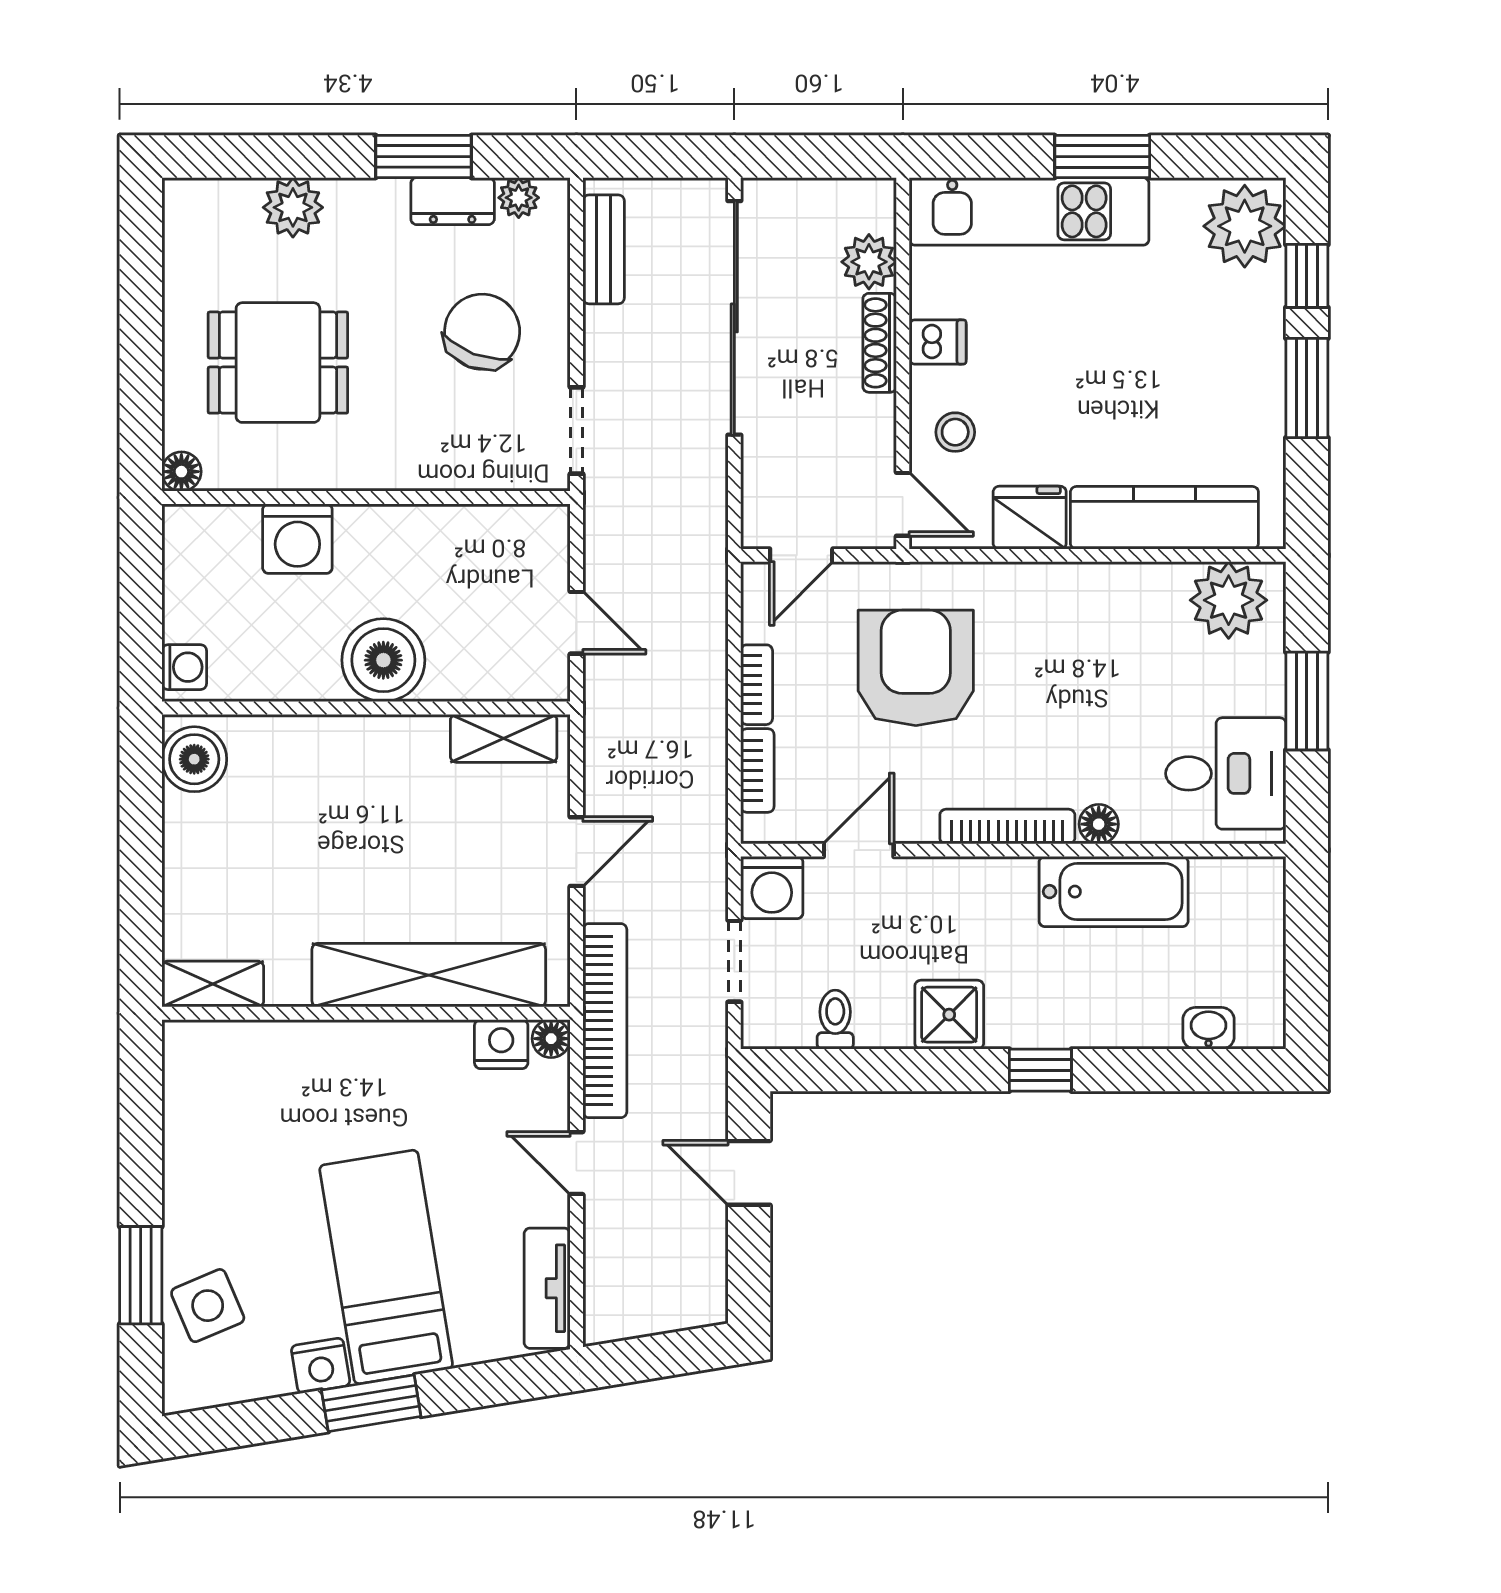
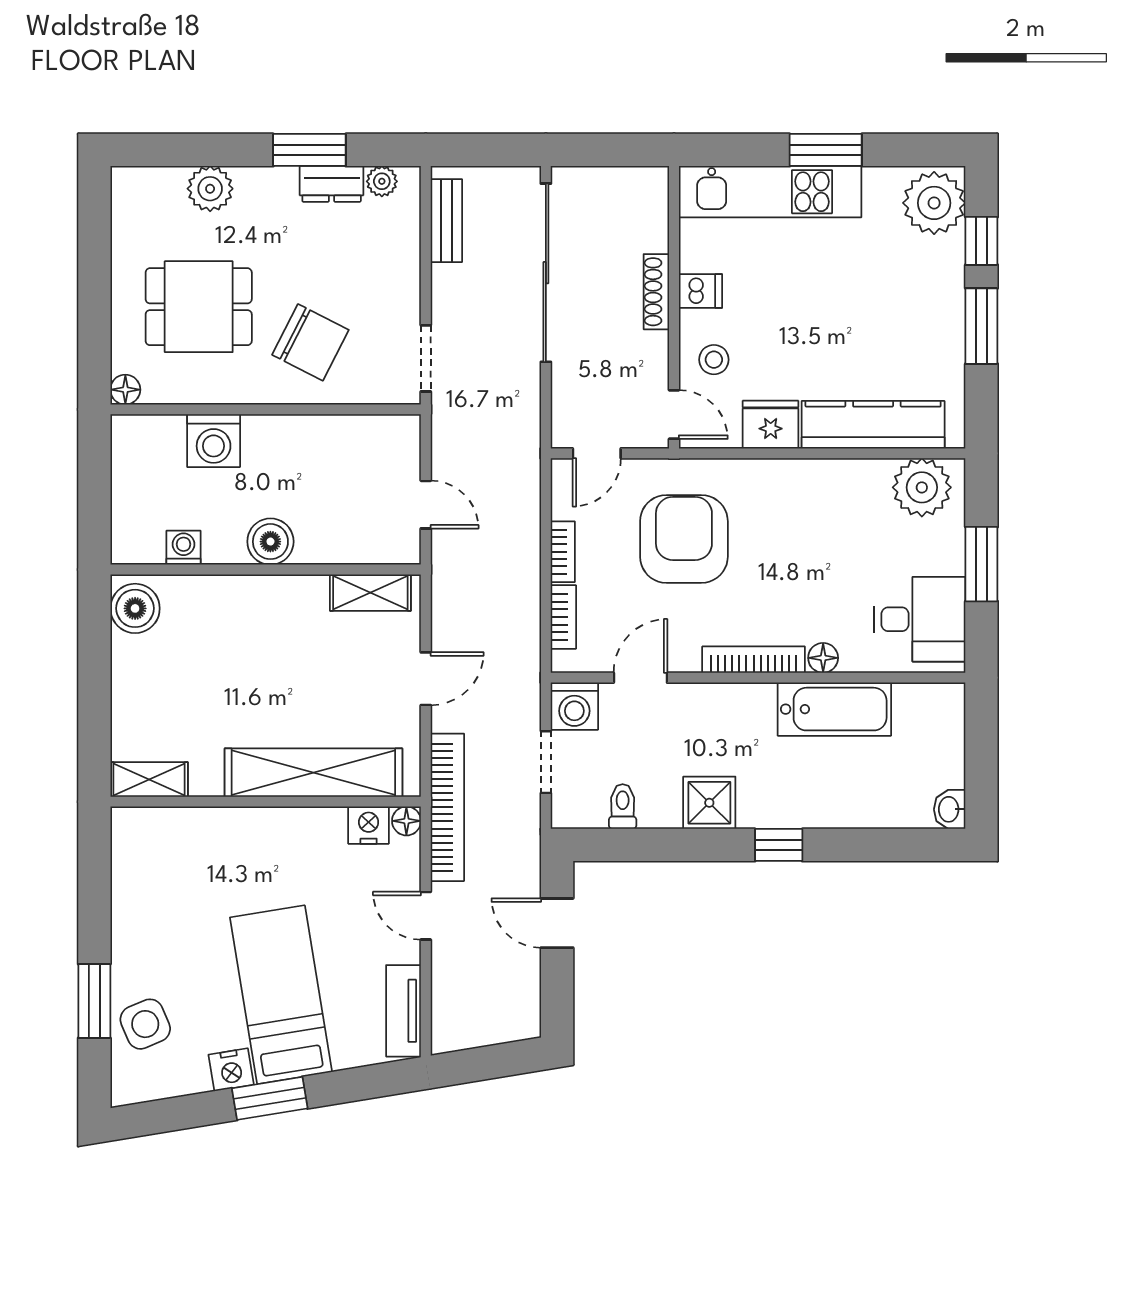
plant: (869, 262) -> (648, 230), removed
chair: (482, 332) -> (310, 342), moved, turned 96
boiler: (383, 660) -> (270, 542), width x0.73, depth x0.73
washing machine: (184, 667) -> (184, 548), moved, turned -90
washbasin: (1209, 1028) -> (950, 809), moved, turned -90

